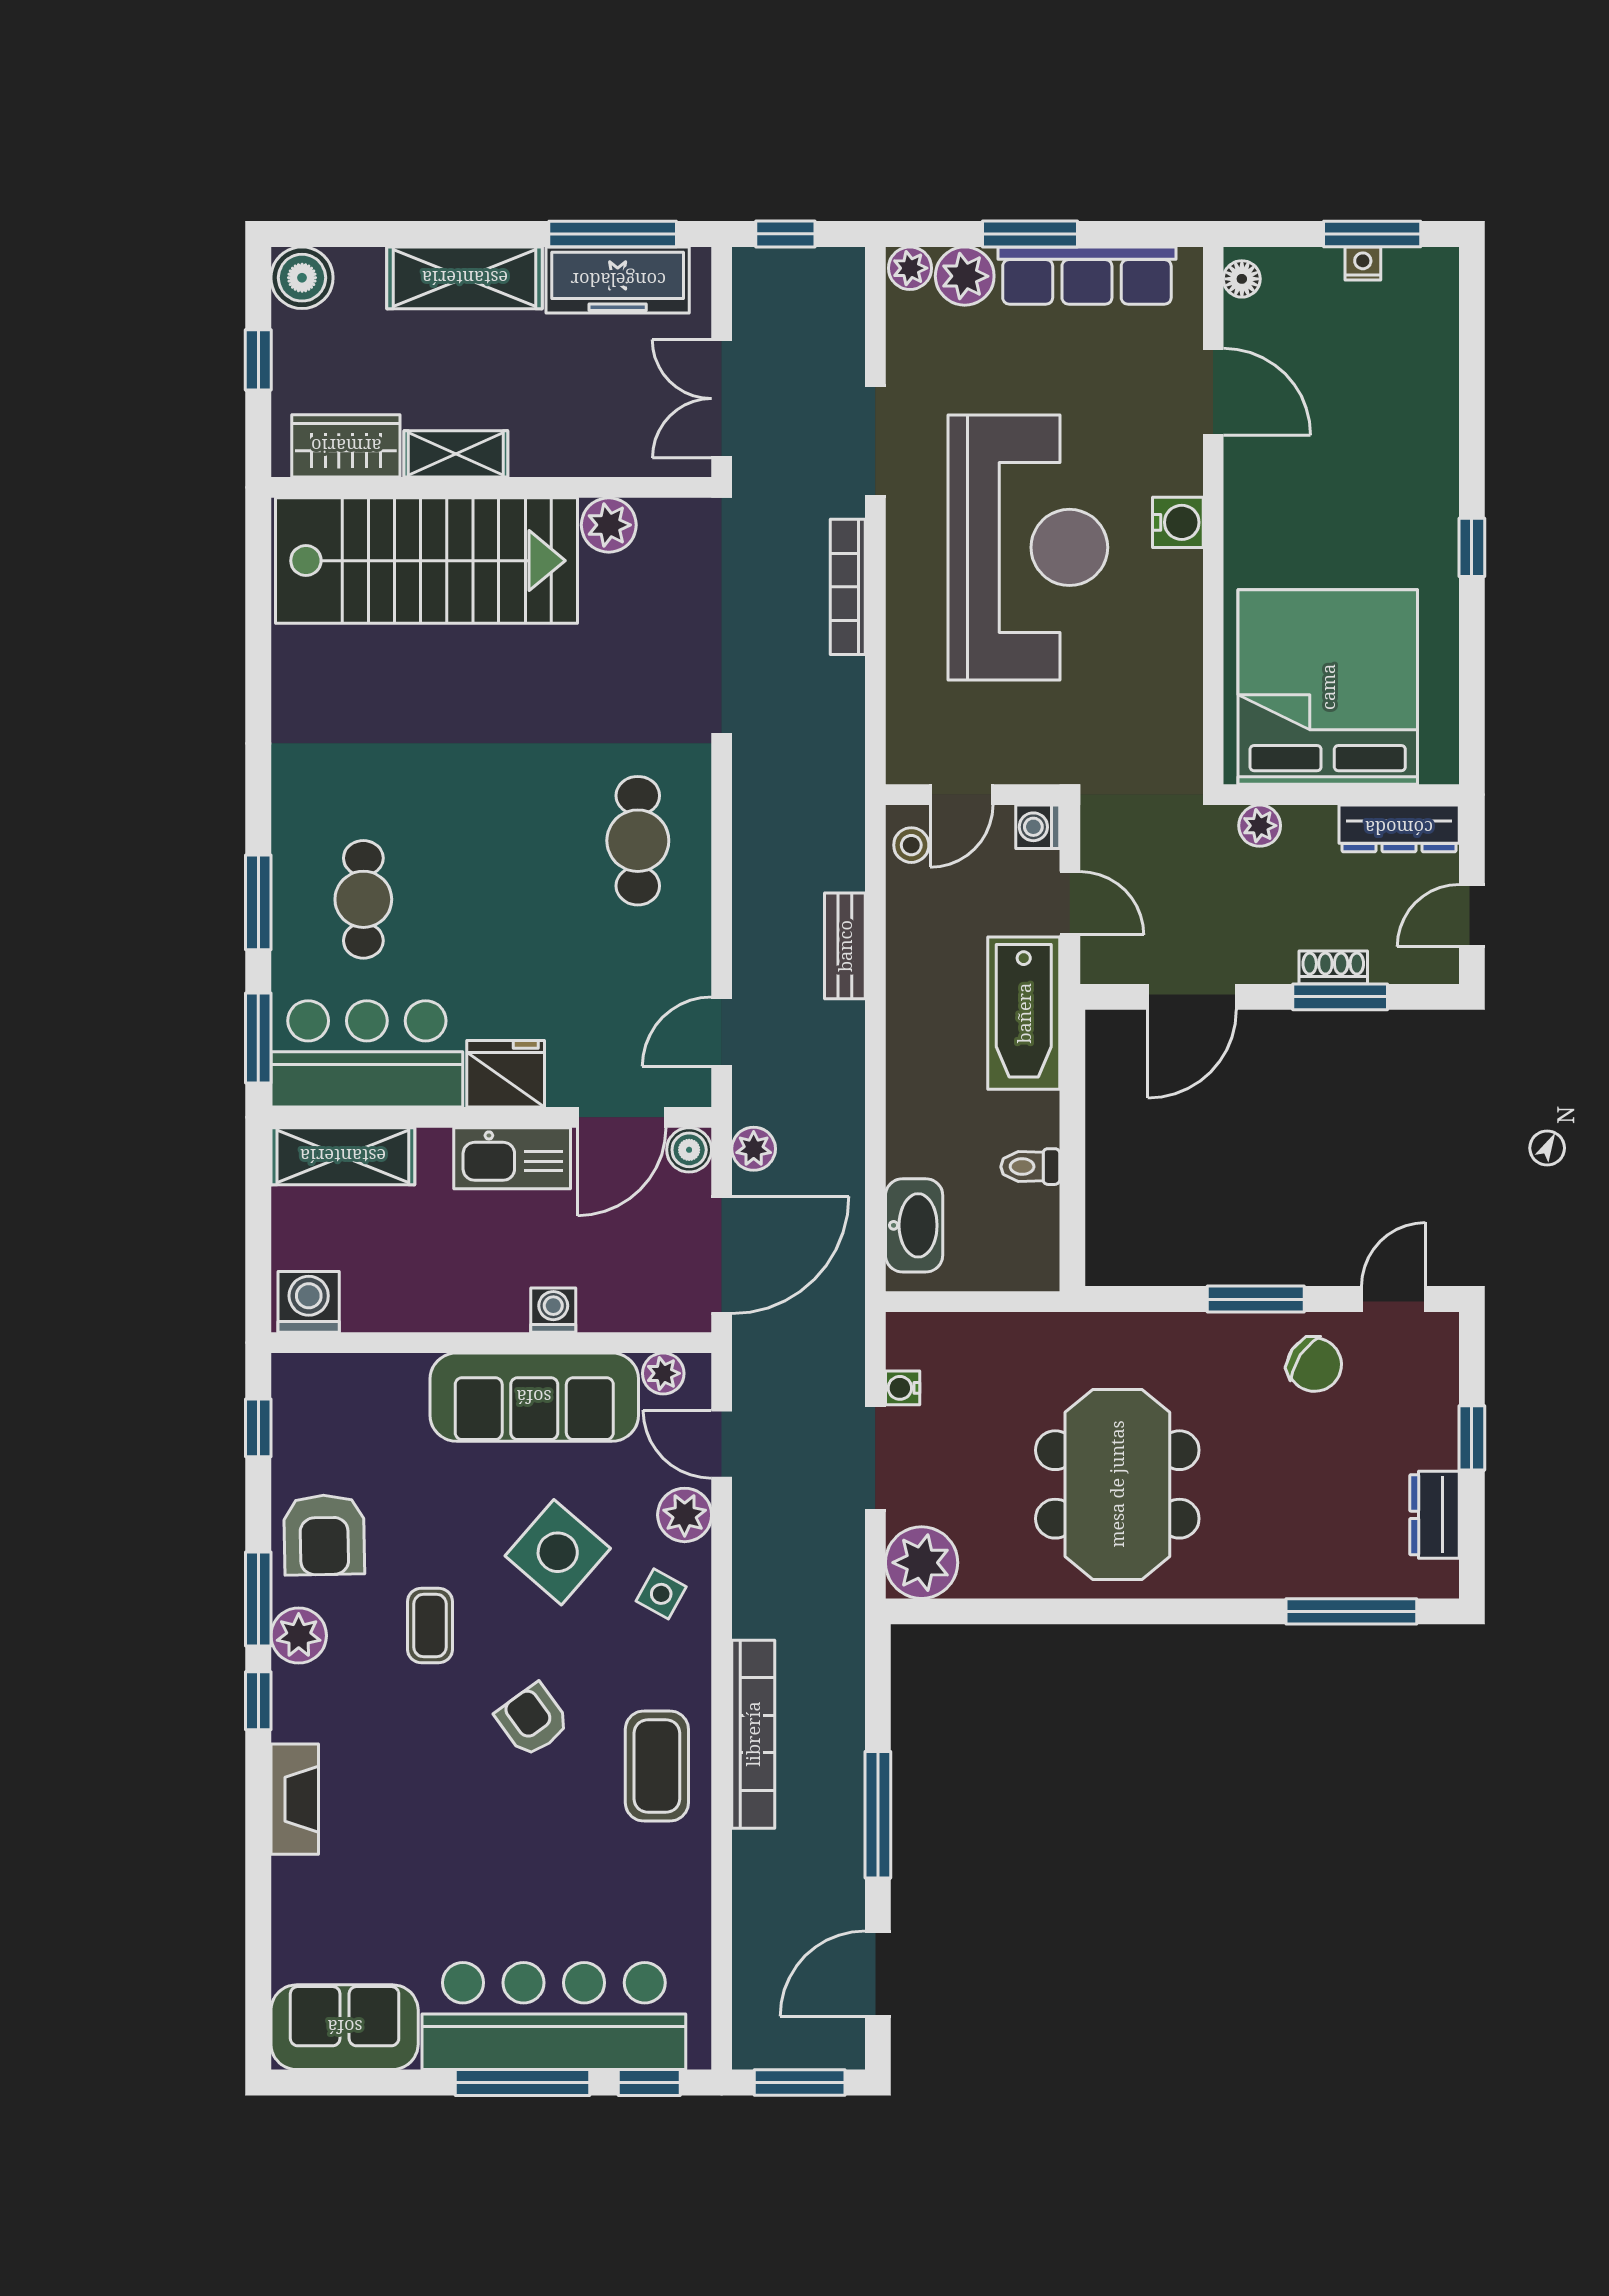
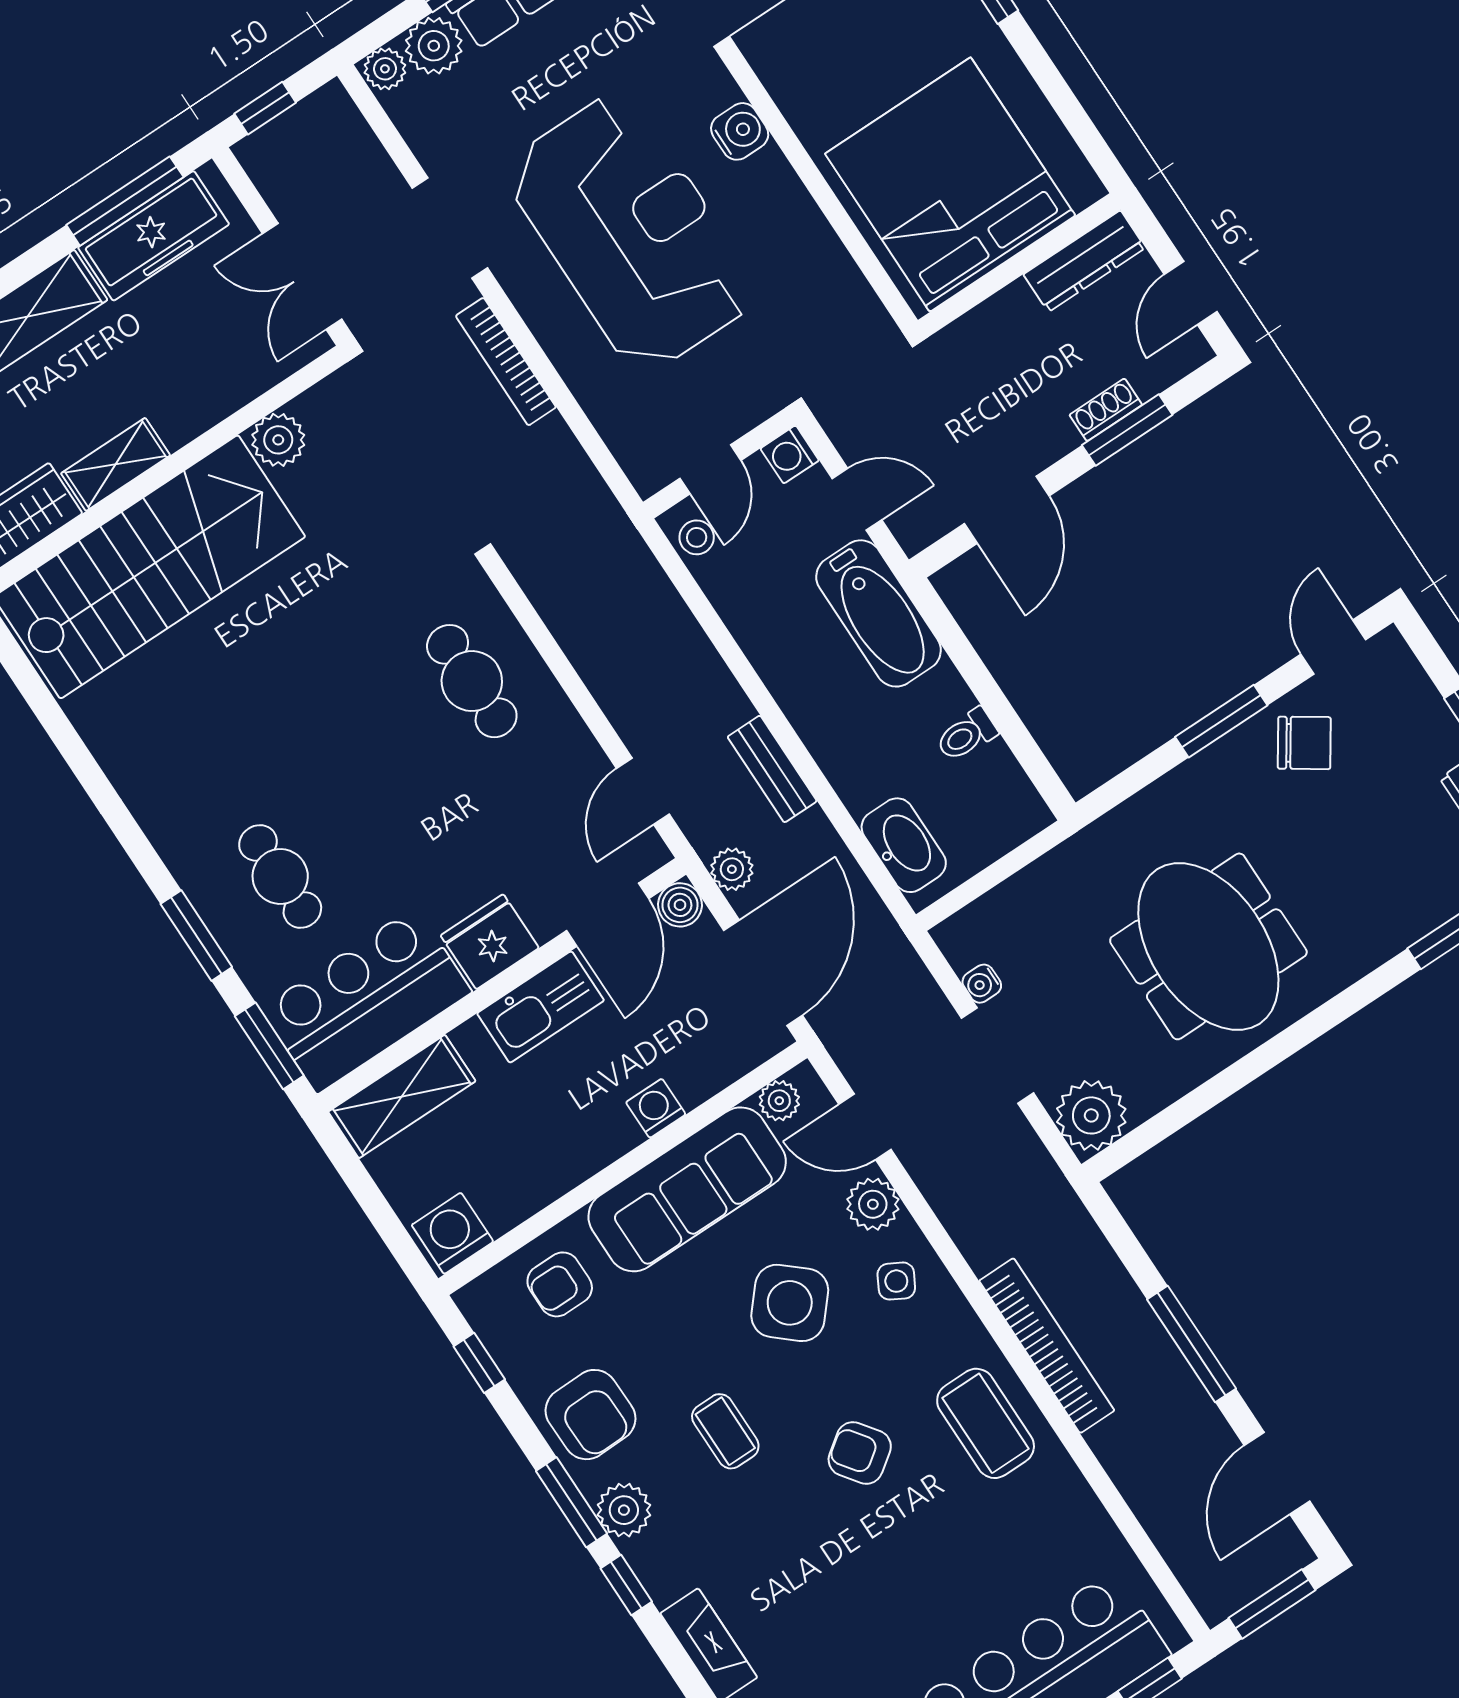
plant: (1260, 826) -> (970, 334), removed
bench: (845, 946) -> (772, 769), moved
armchair: (371, 1406) -> (560, 1284), added

